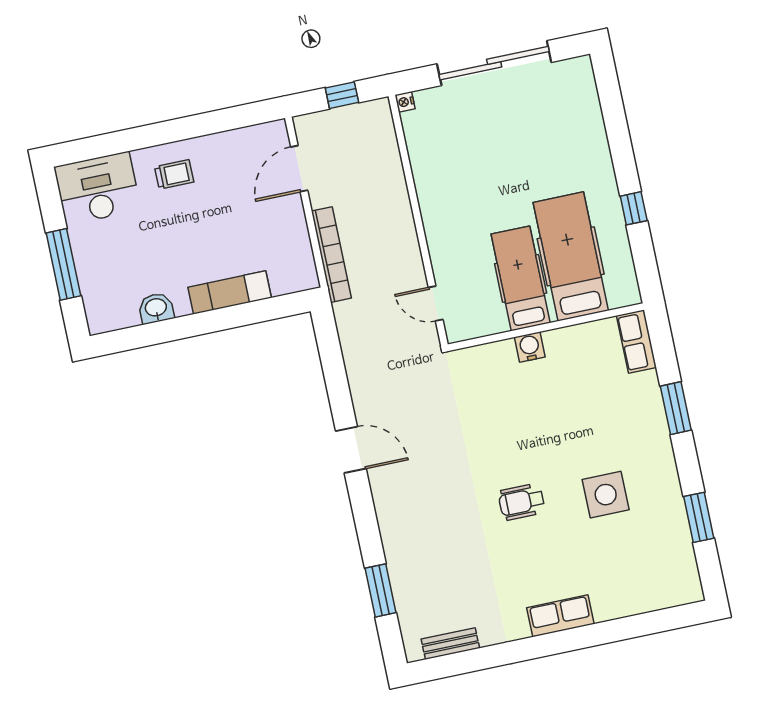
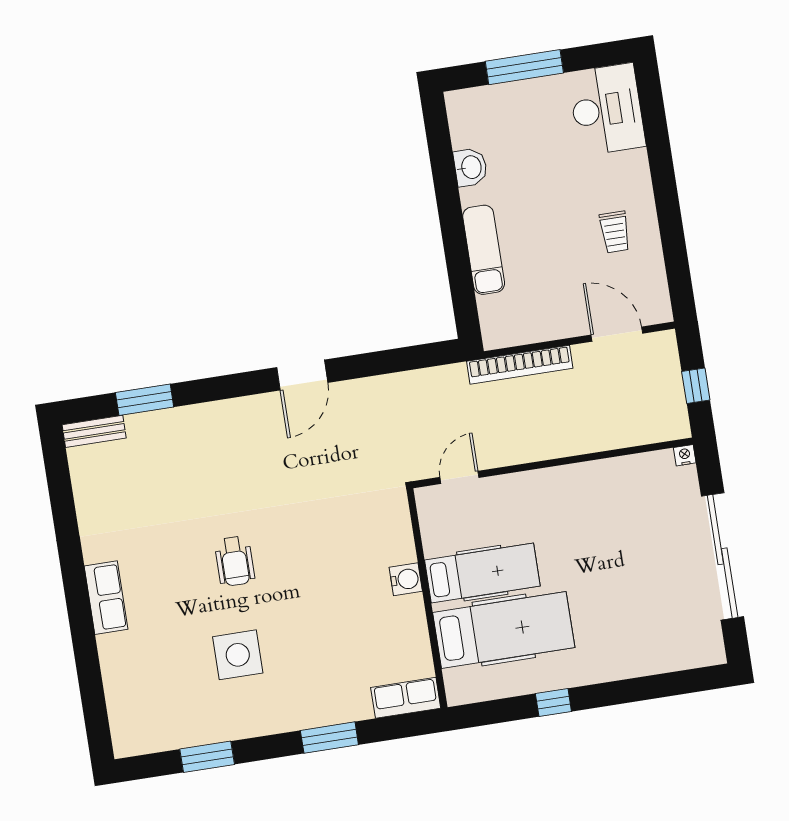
trolley: (174, 174) -> (615, 232), moved
wheelchair: (522, 502) -> (235, 561), turned 180
bench: (450, 644) -> (94, 431), moved, turned 90

